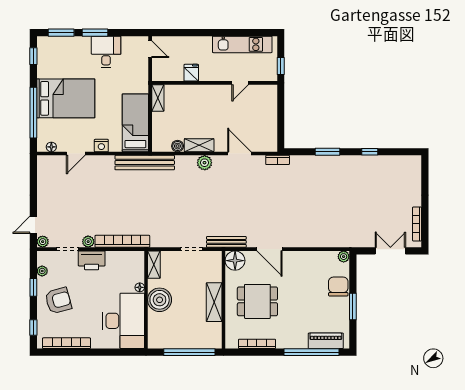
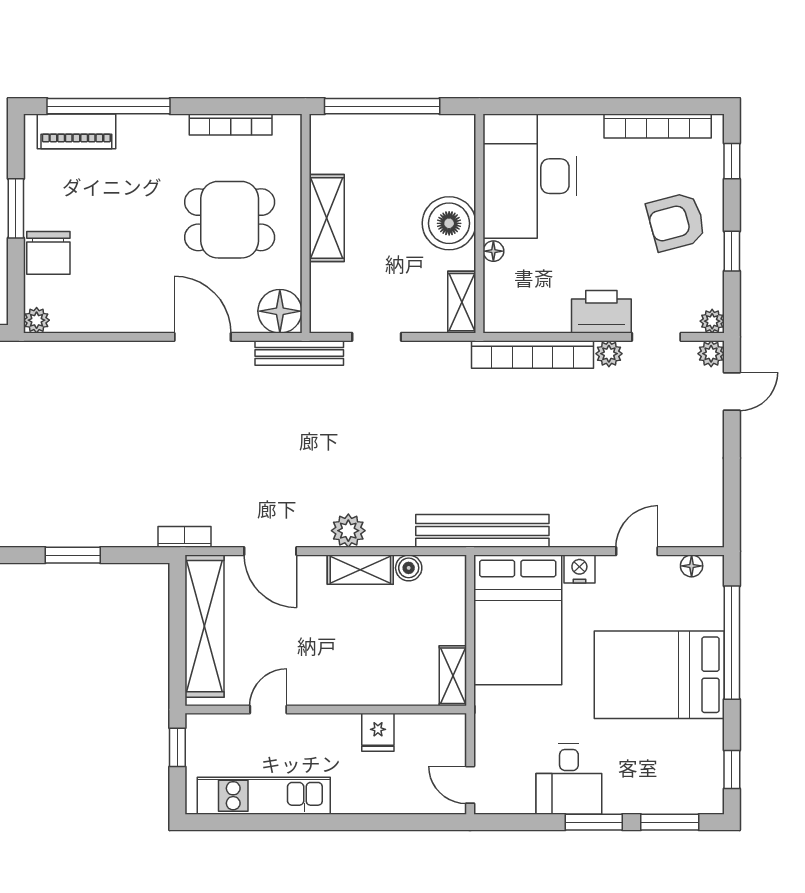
shelving: (269, 120) -> (204, 626), added
bed: (135, 123) -> (518, 620), width x1.50
plant: (42, 271) -> (712, 321), moved

